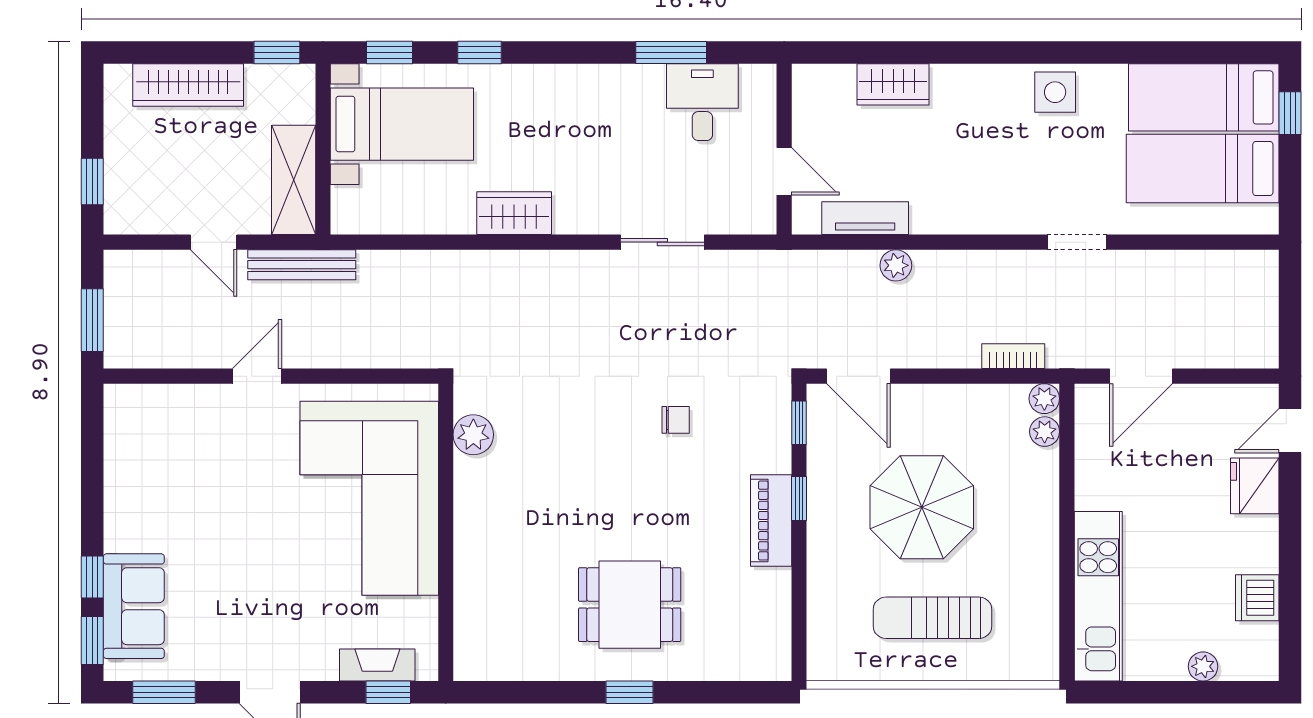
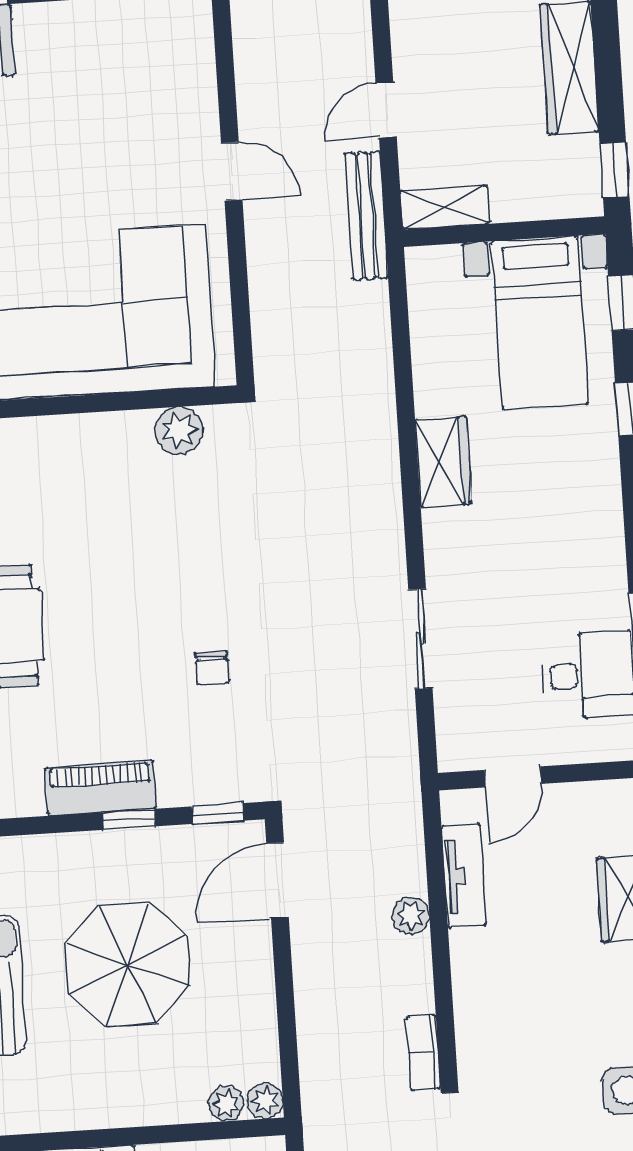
shelving: (294, 180) -> (444, 207), width x0.67, depth x0.75
bookcase: (1013, 356) -> (423, 1053), moved, turned 180

